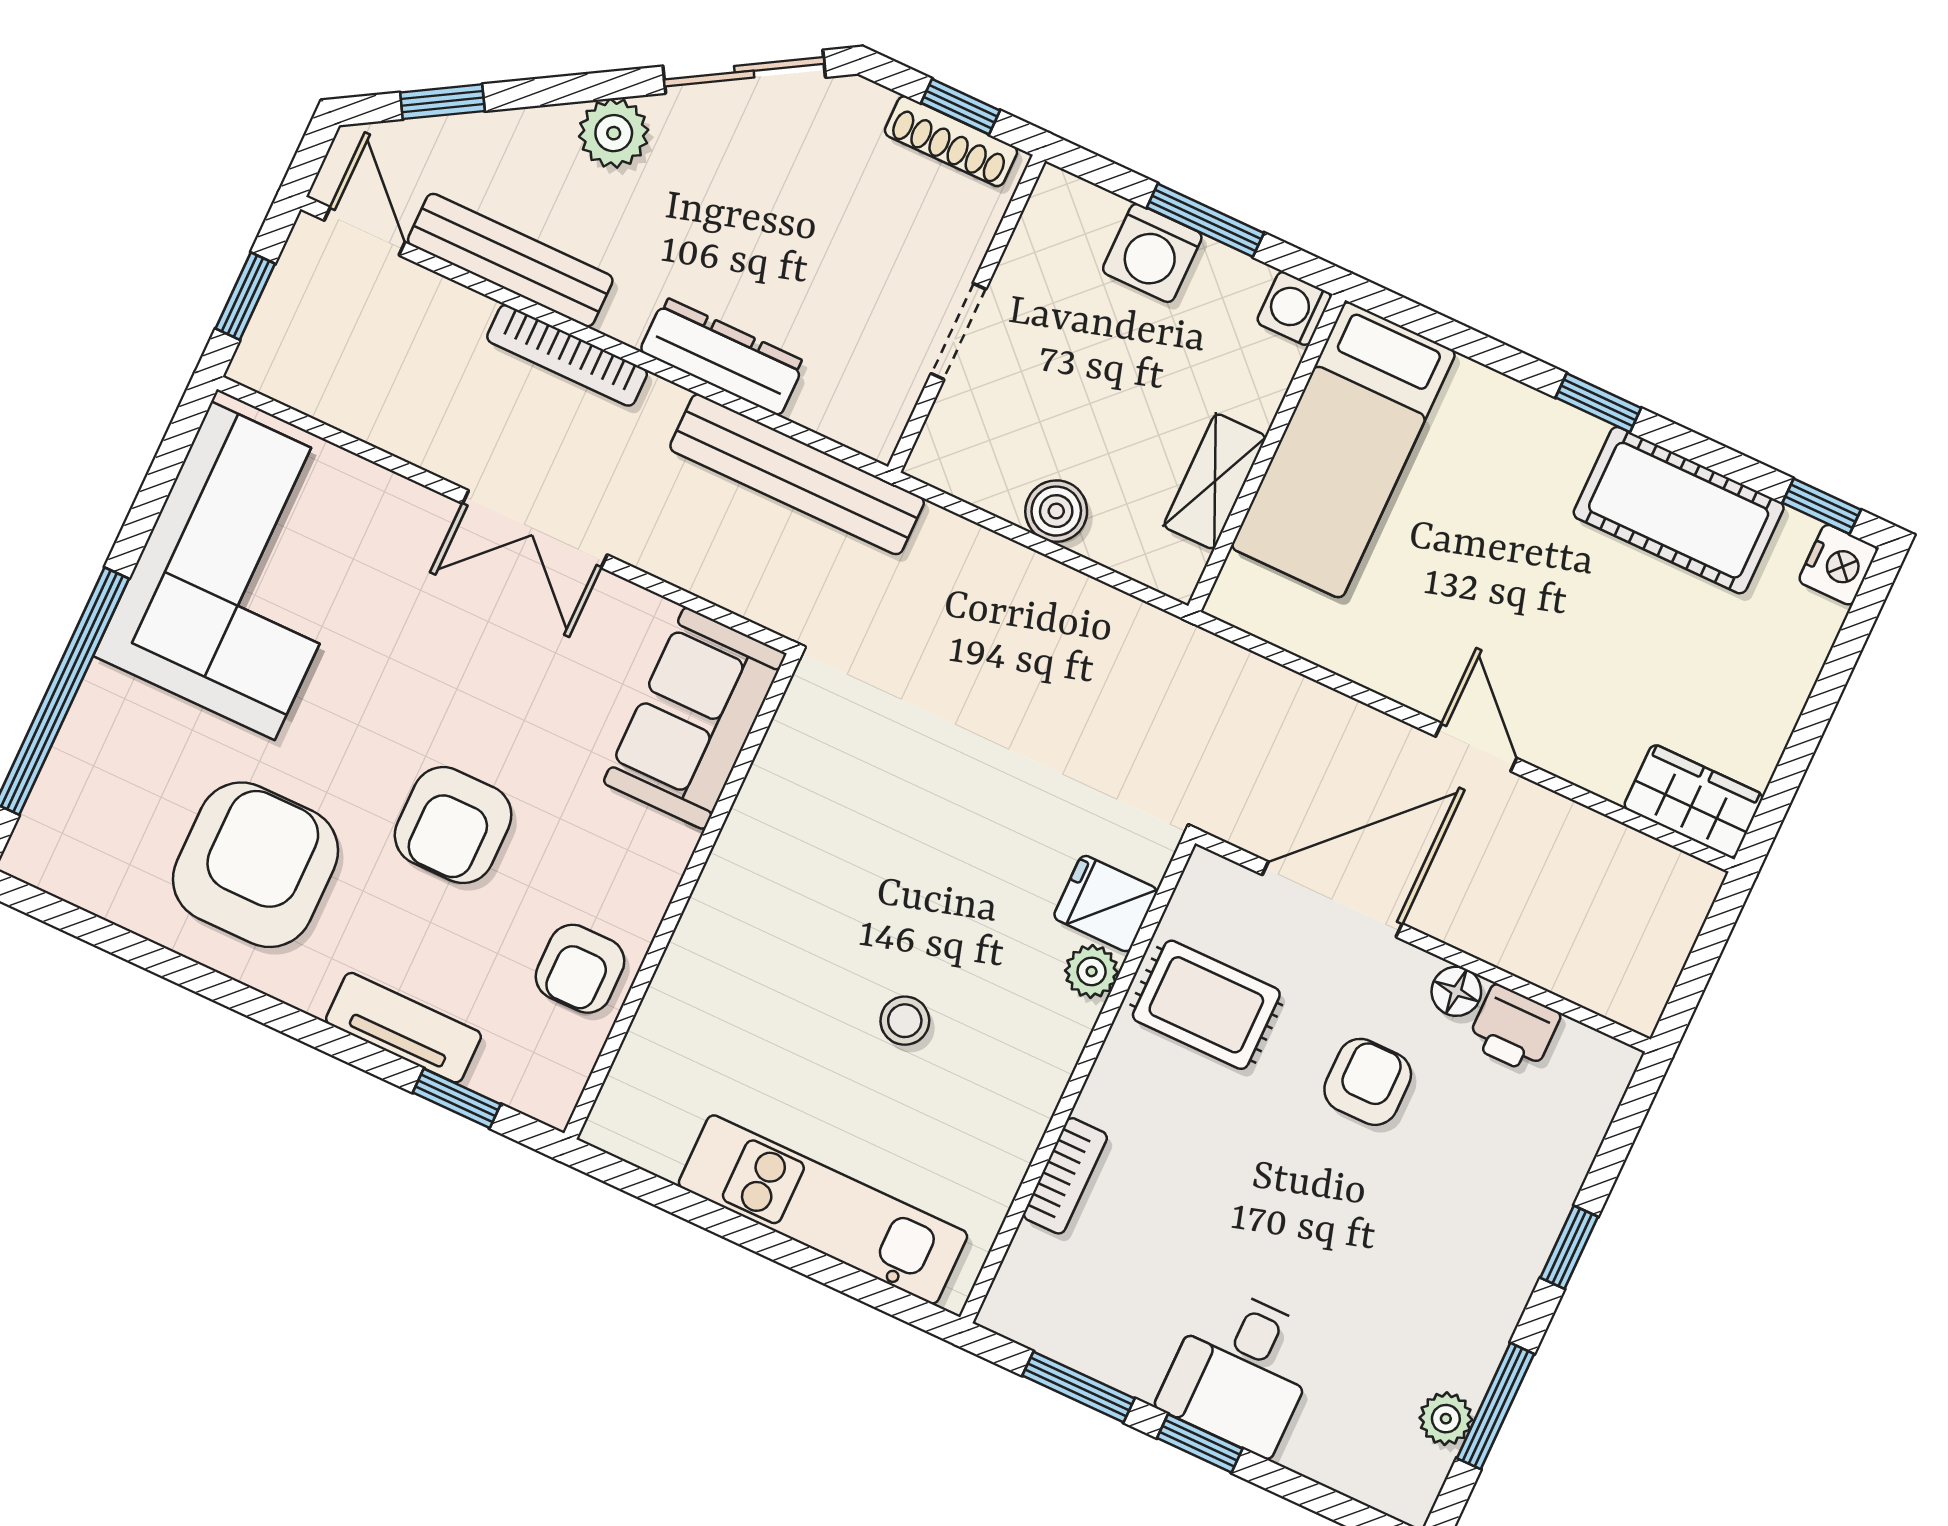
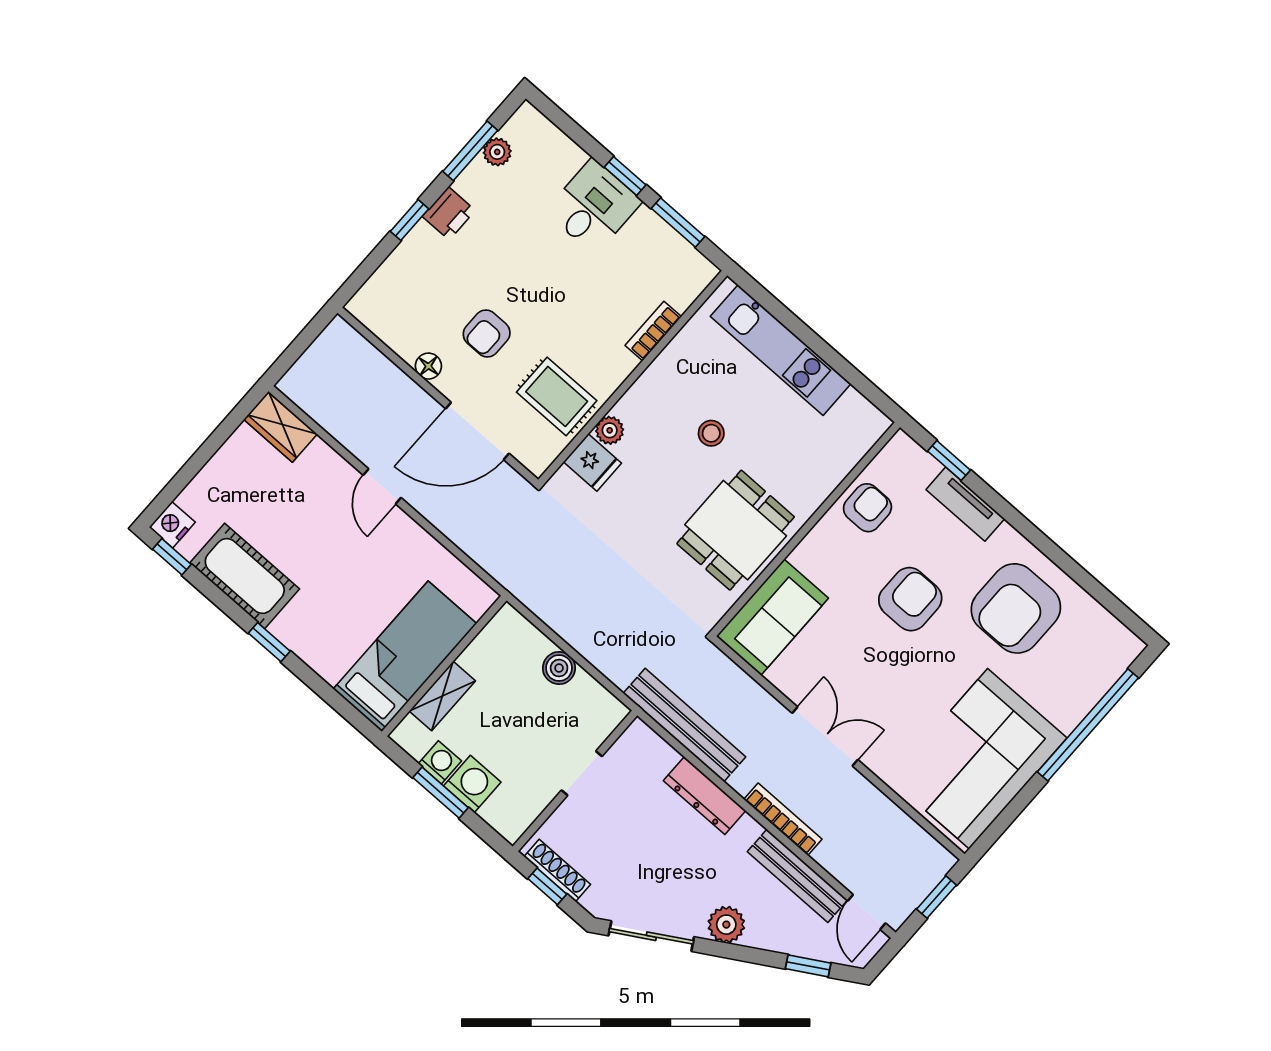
washing machine: (1294, 308) -> (440, 762), moved, turned -90
shelving: (1215, 481) -> (442, 696), moved
dining table: (808, 857) -> (736, 530), added
printer: (1514, 1029) -> (449, 213), moved, turned 90

